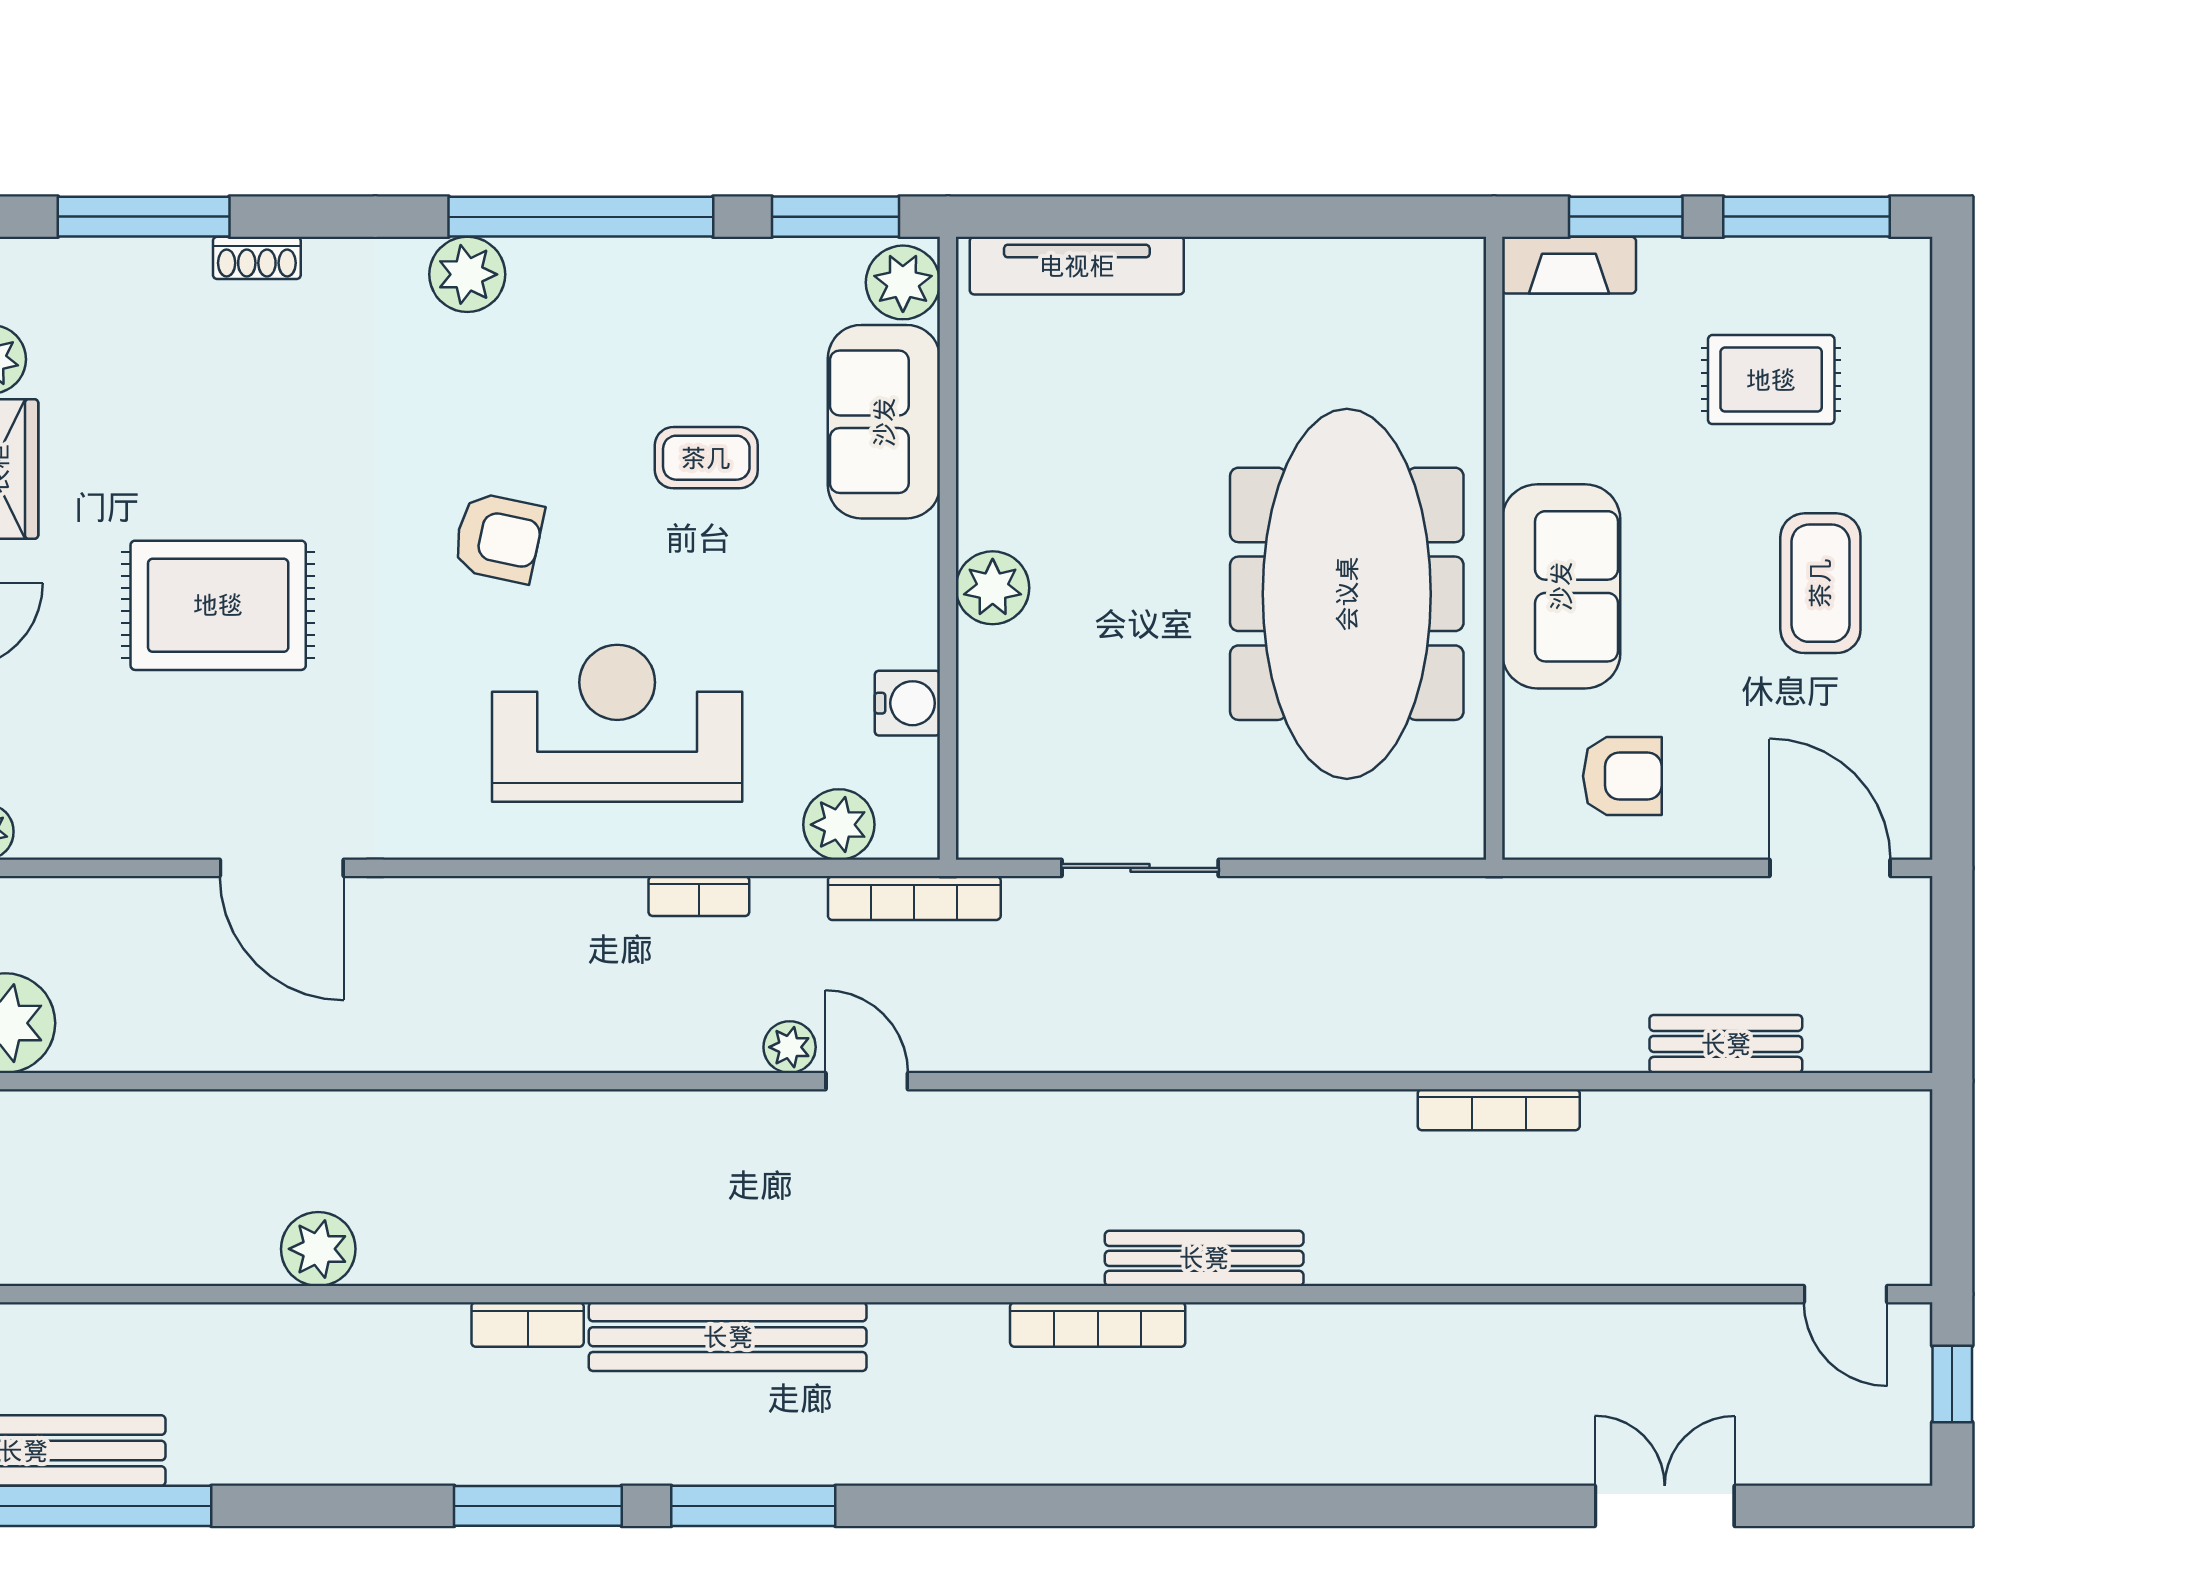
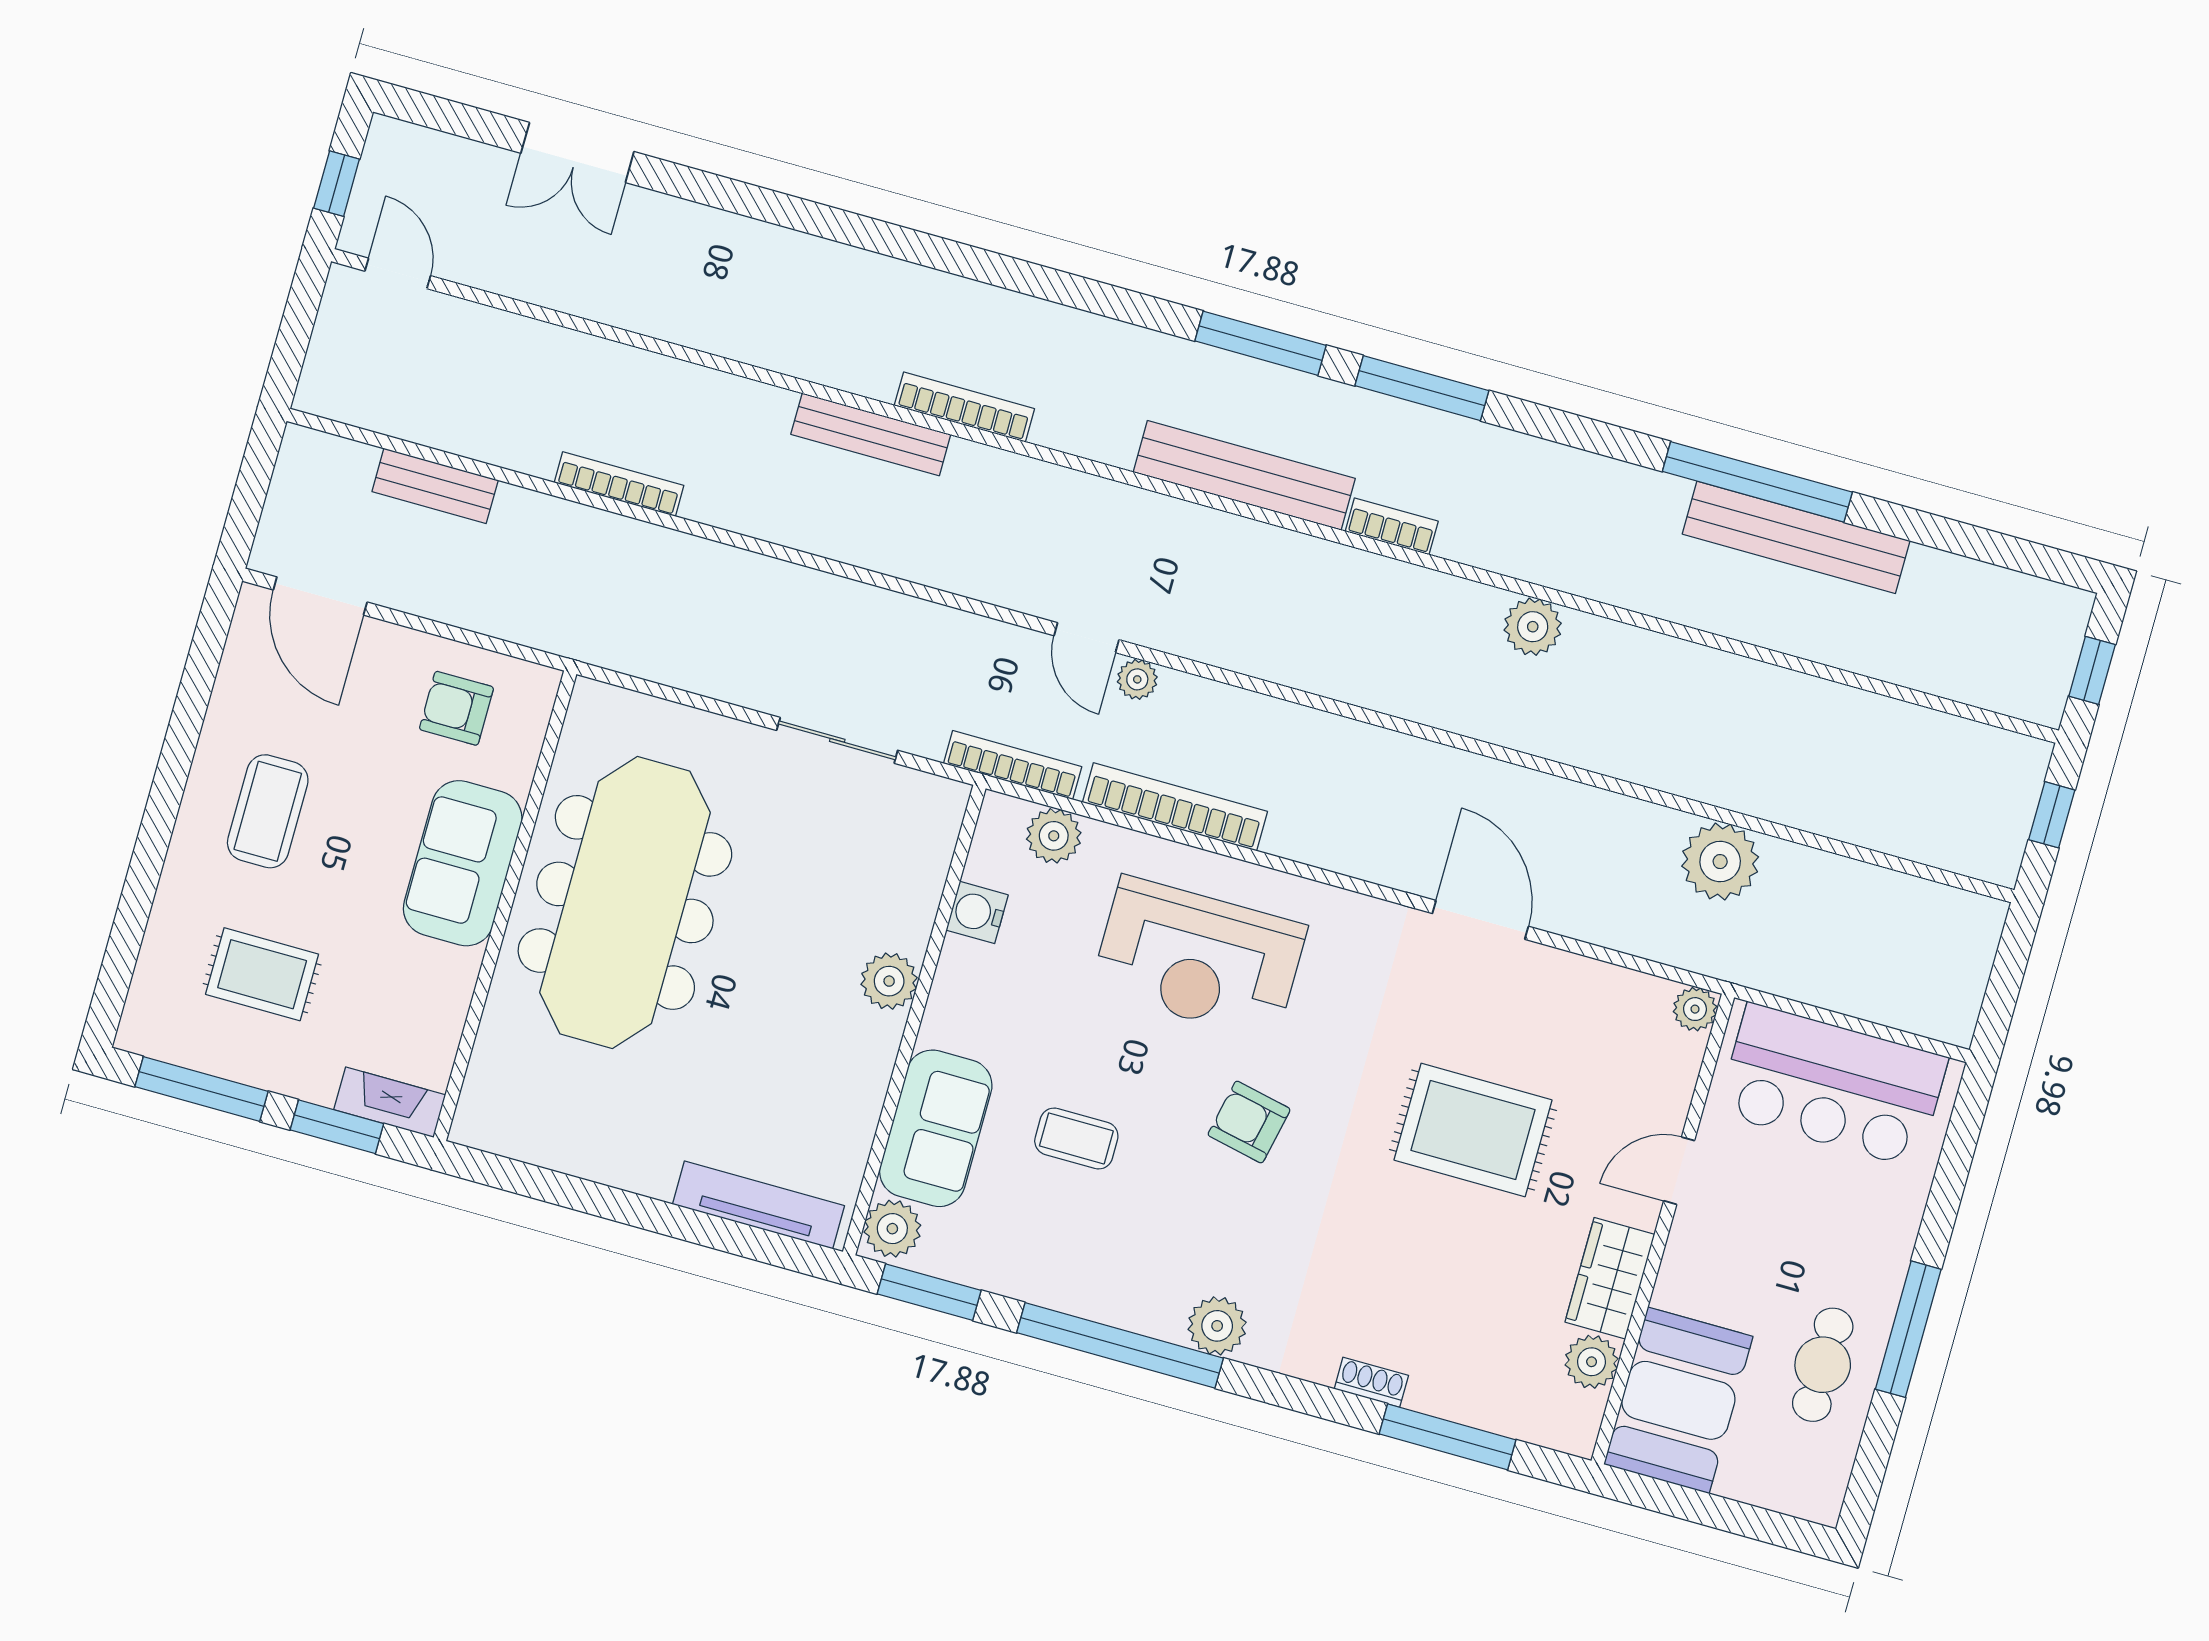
bookcase: (699, 896) -> (1175, 807), width x2.31, depth x1.31

